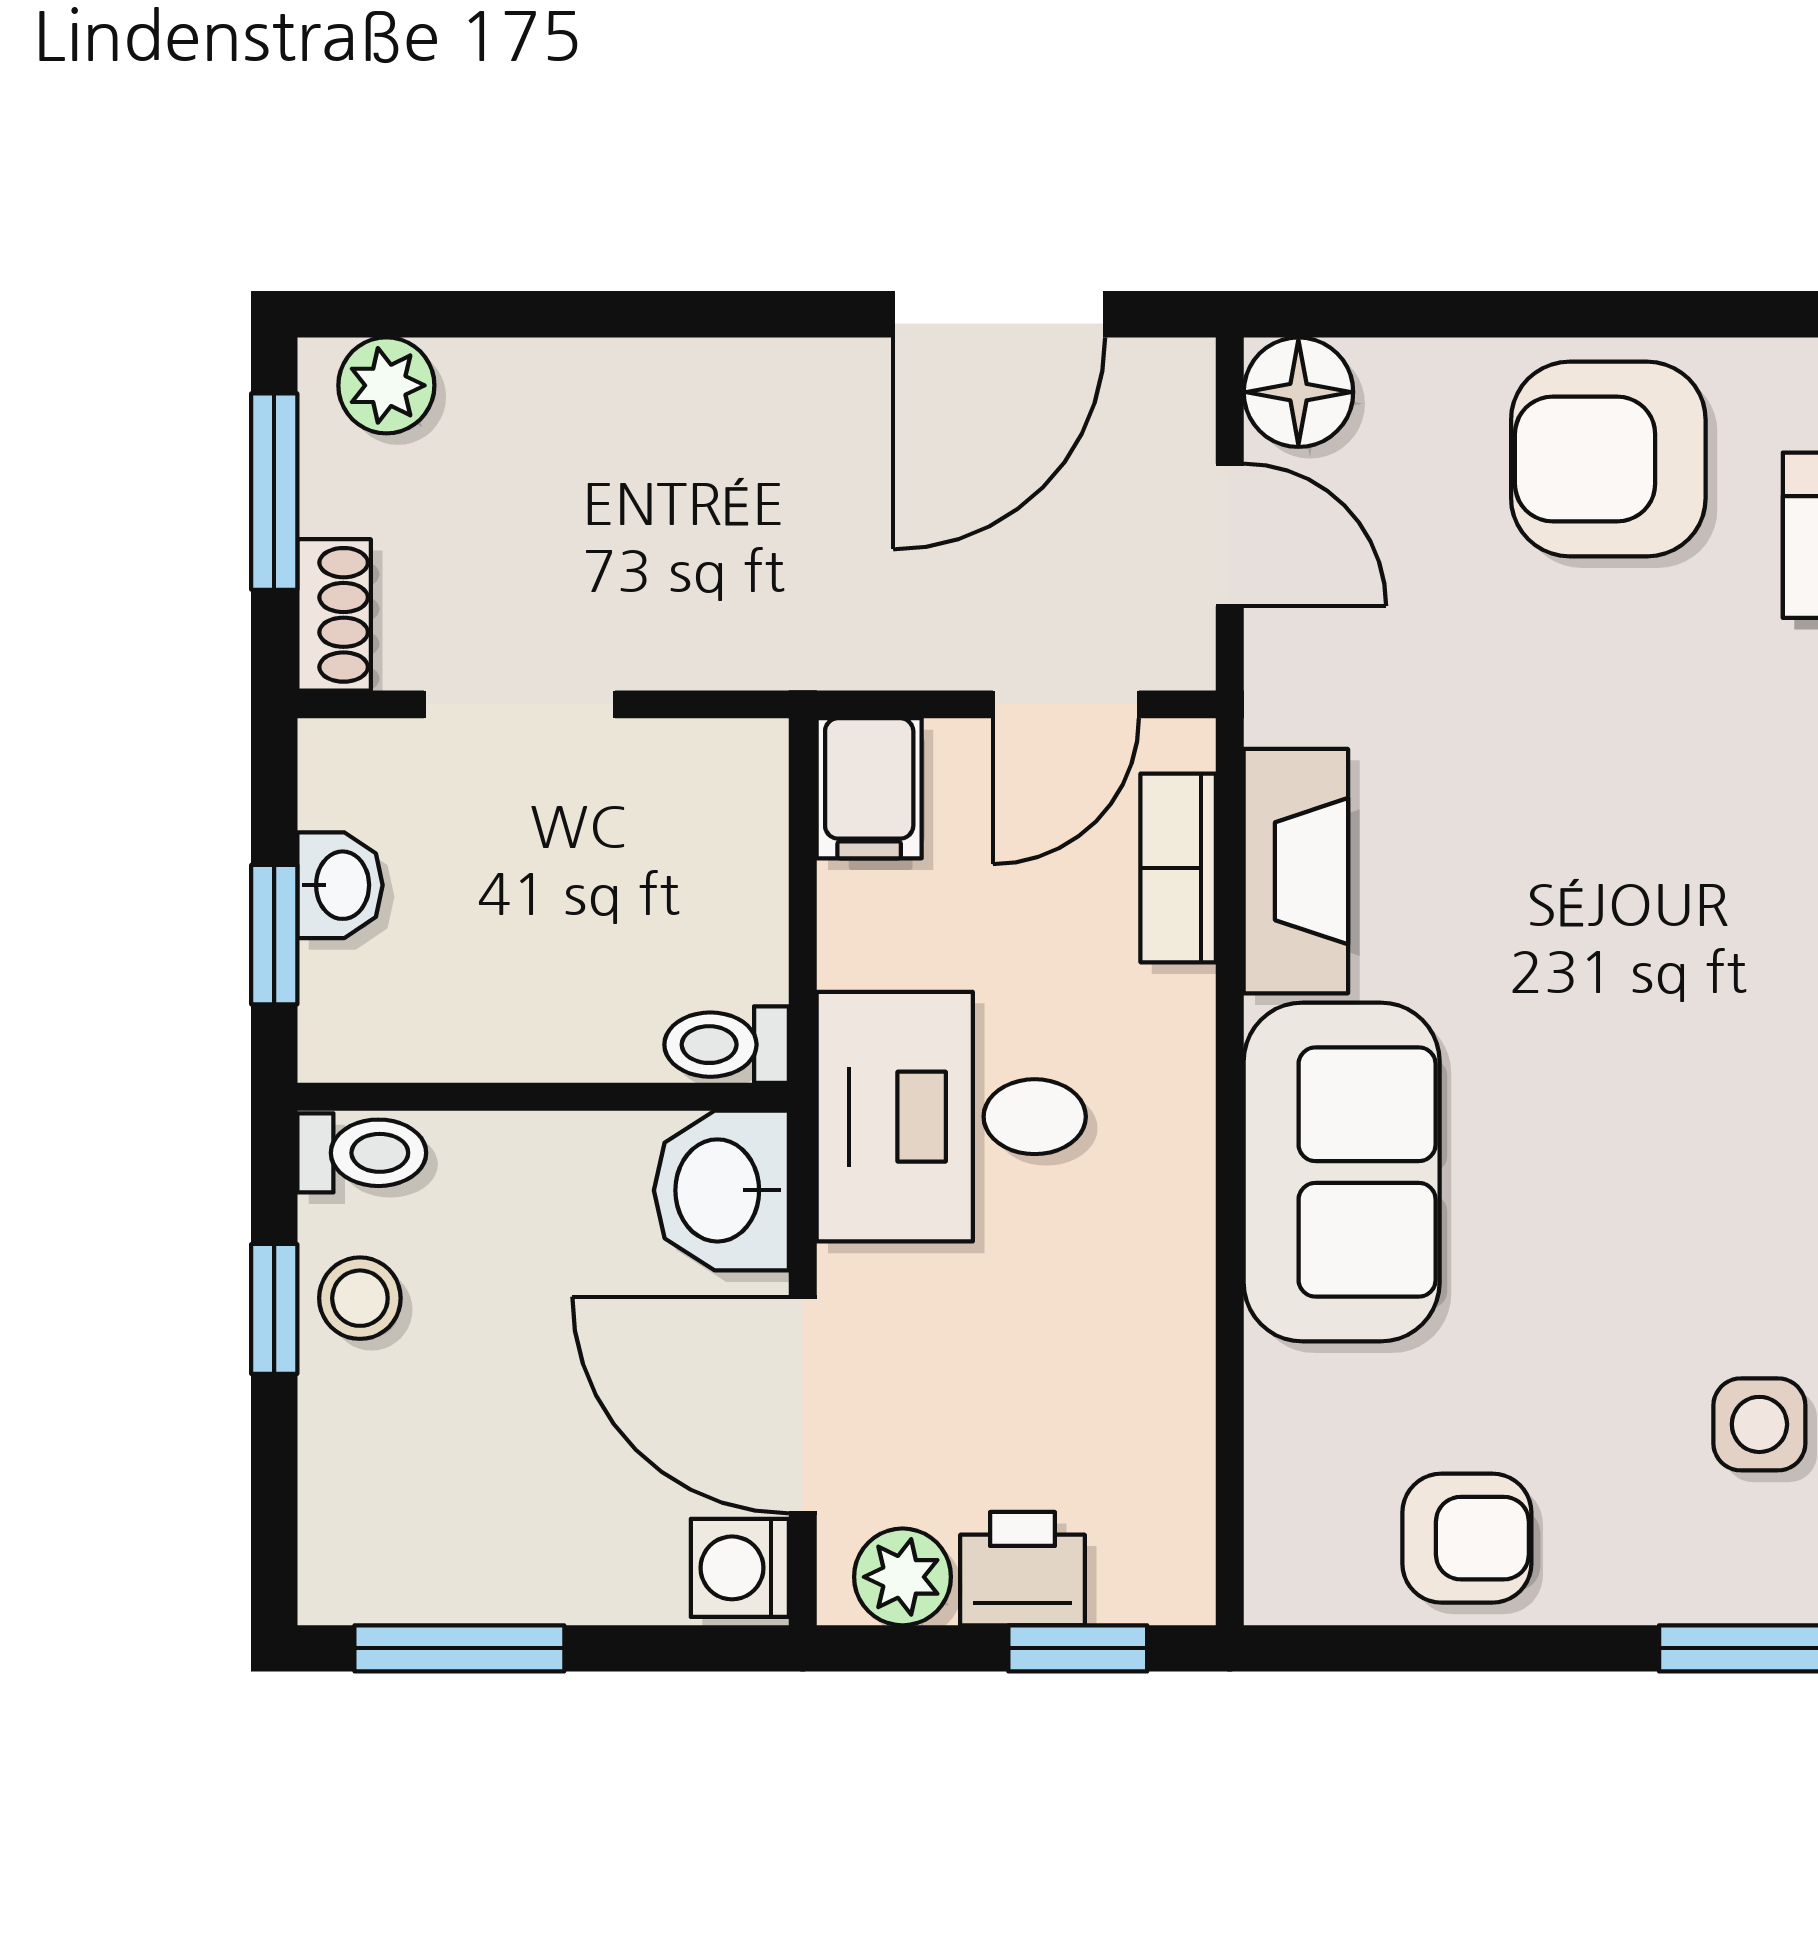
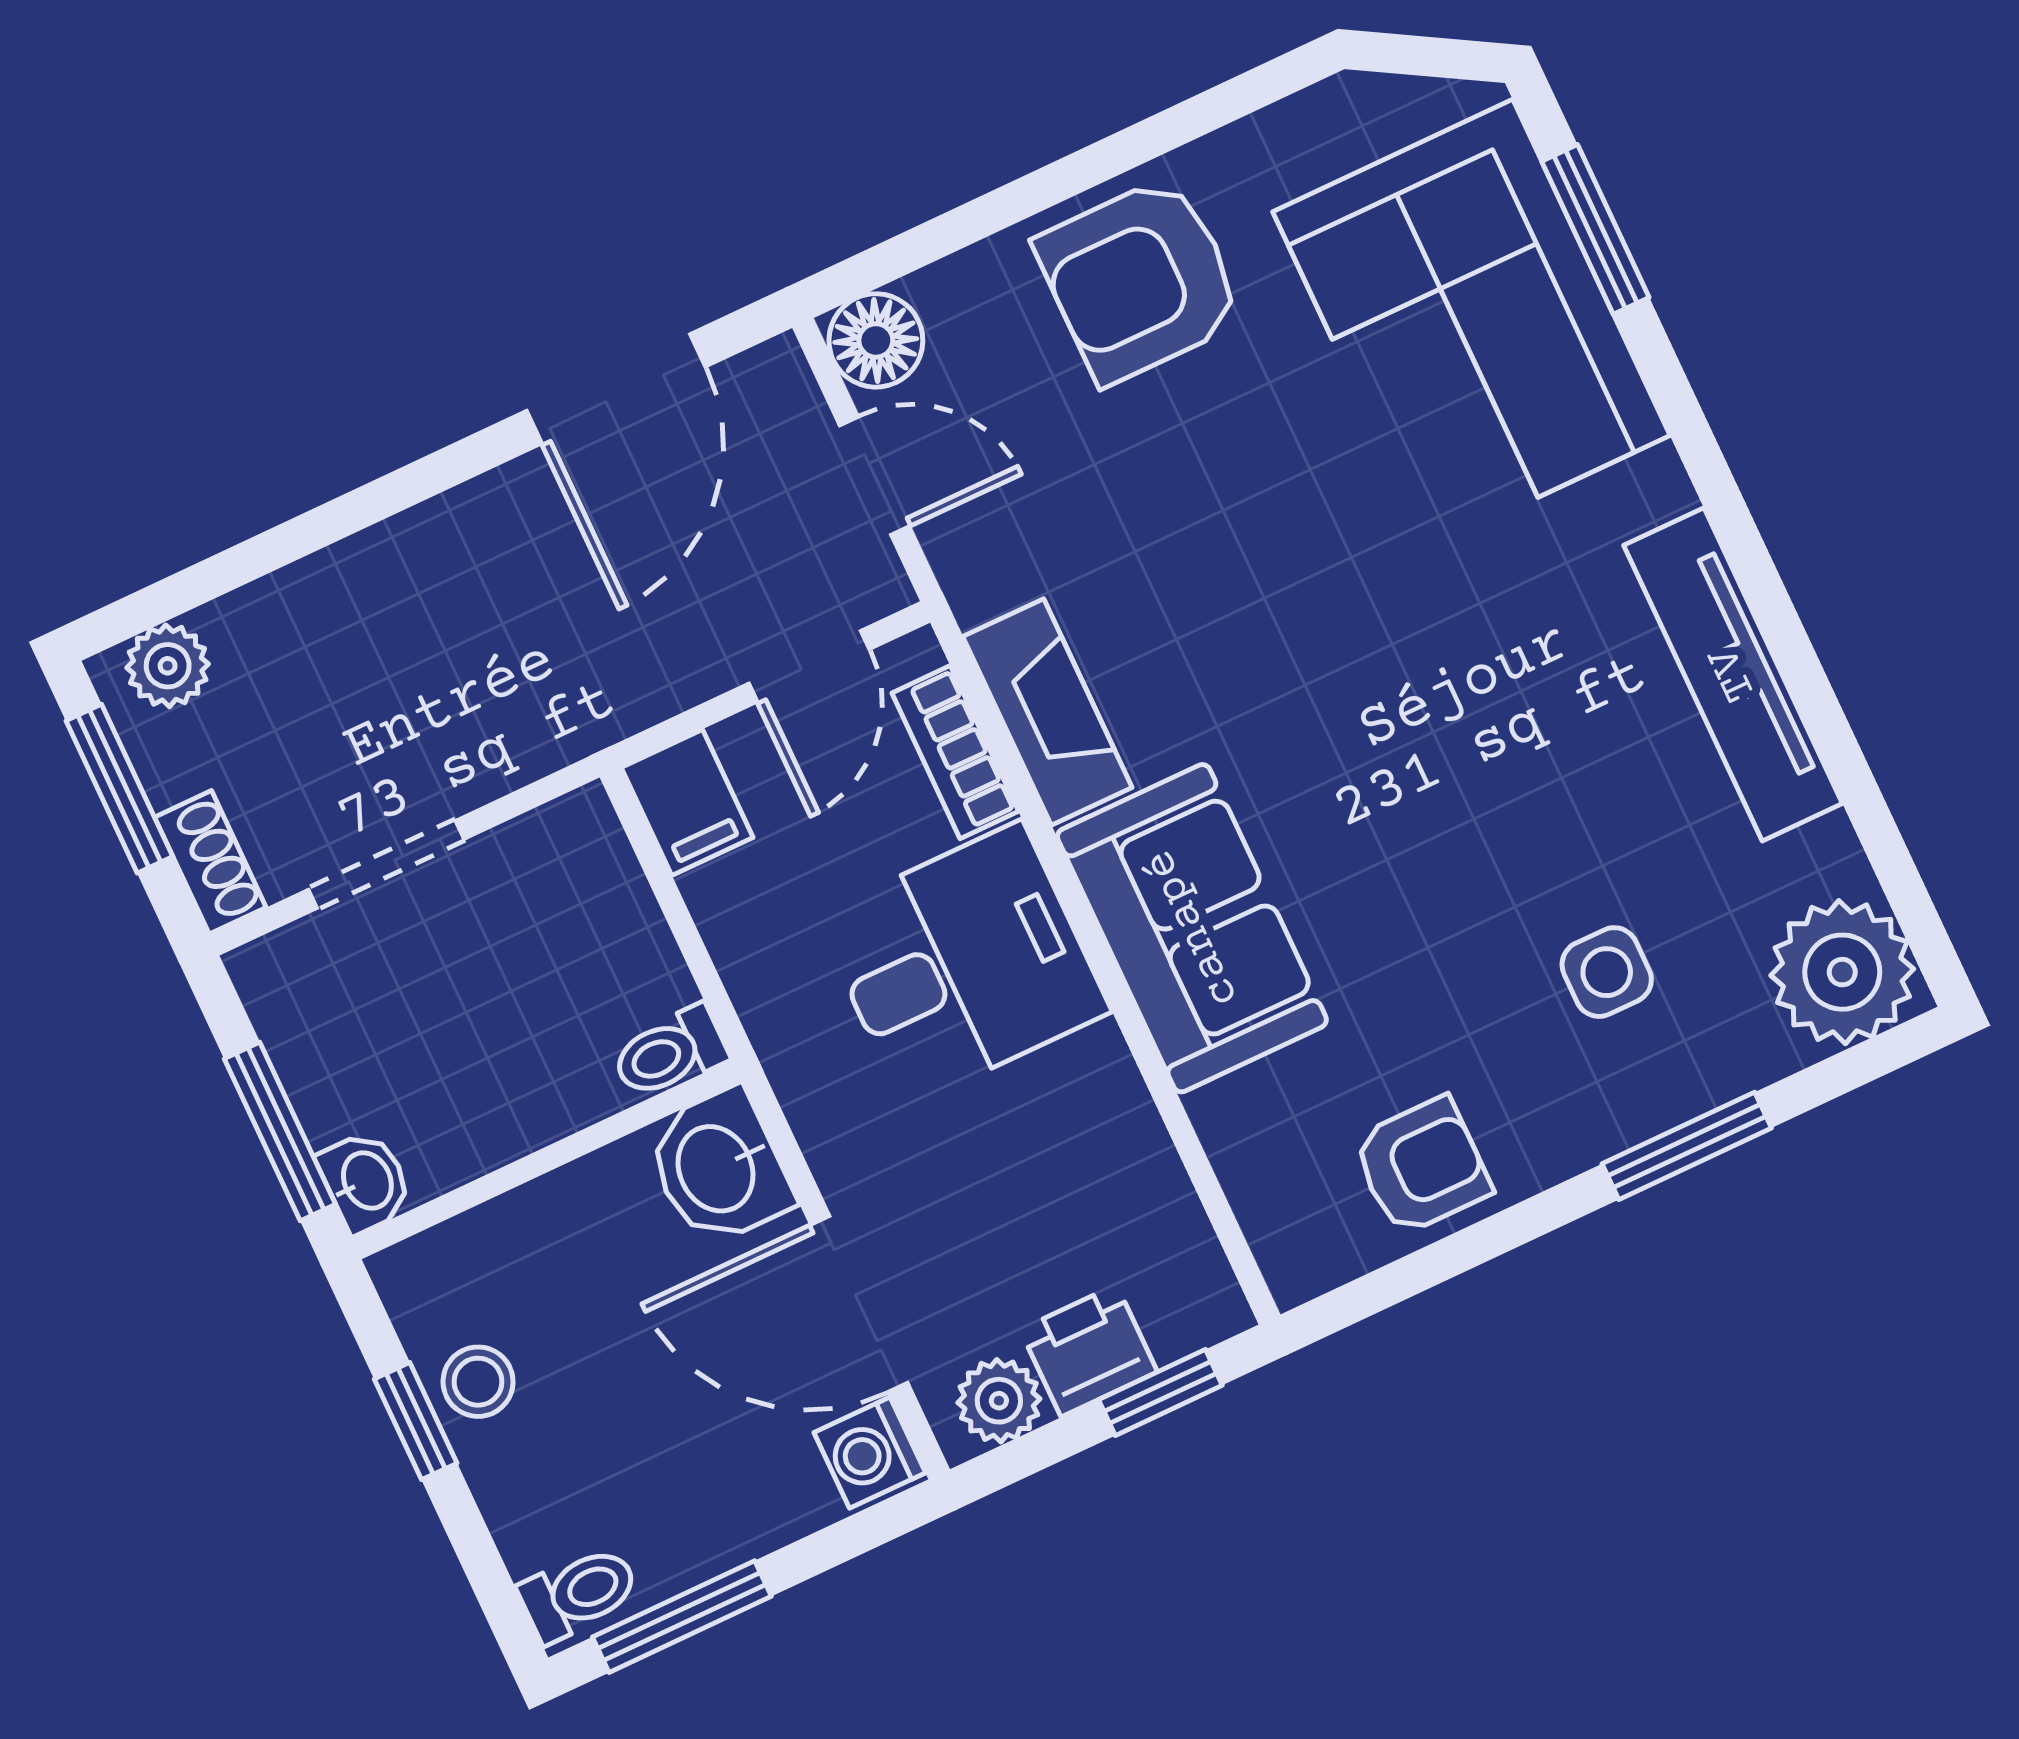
washbasin: (340, 885) -> (365, 1181), moved
window: (274, 935) -> (280, 1131), width x1.50
desk: (951, 1117) -> (963, 964), moved, turned 180
toilet: (362, 1153) -> (579, 1593), moved

